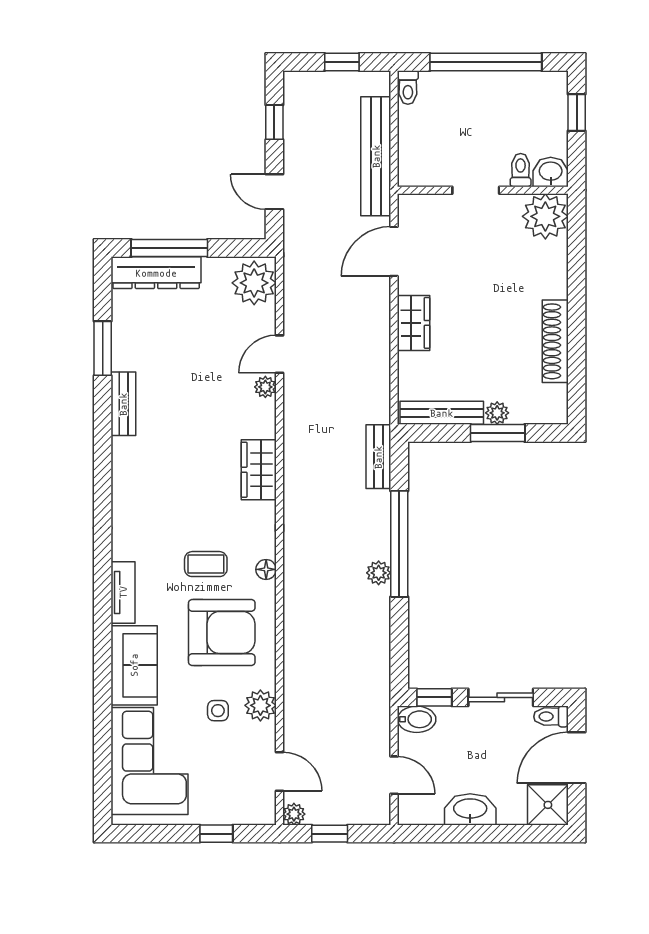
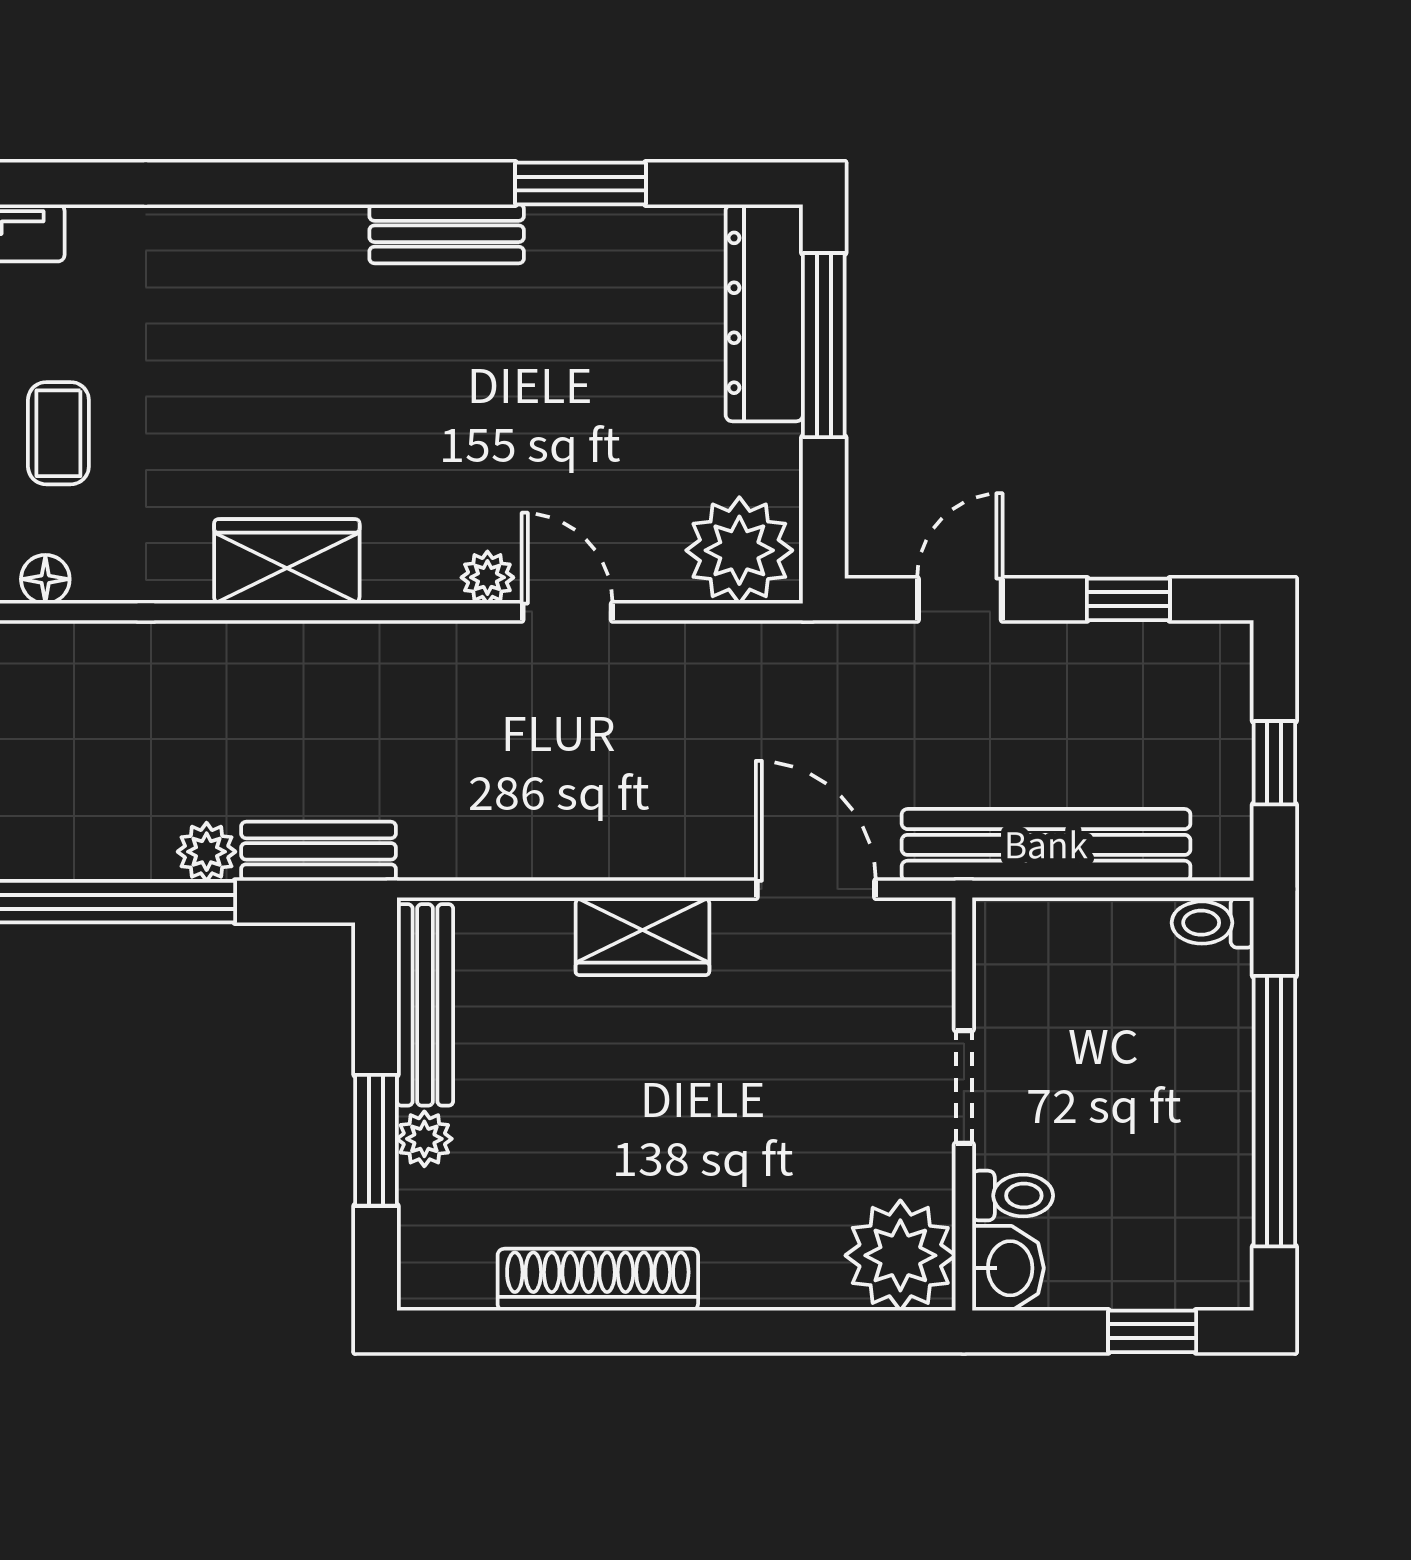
plant: (379, 573) -> (207, 852), moved

